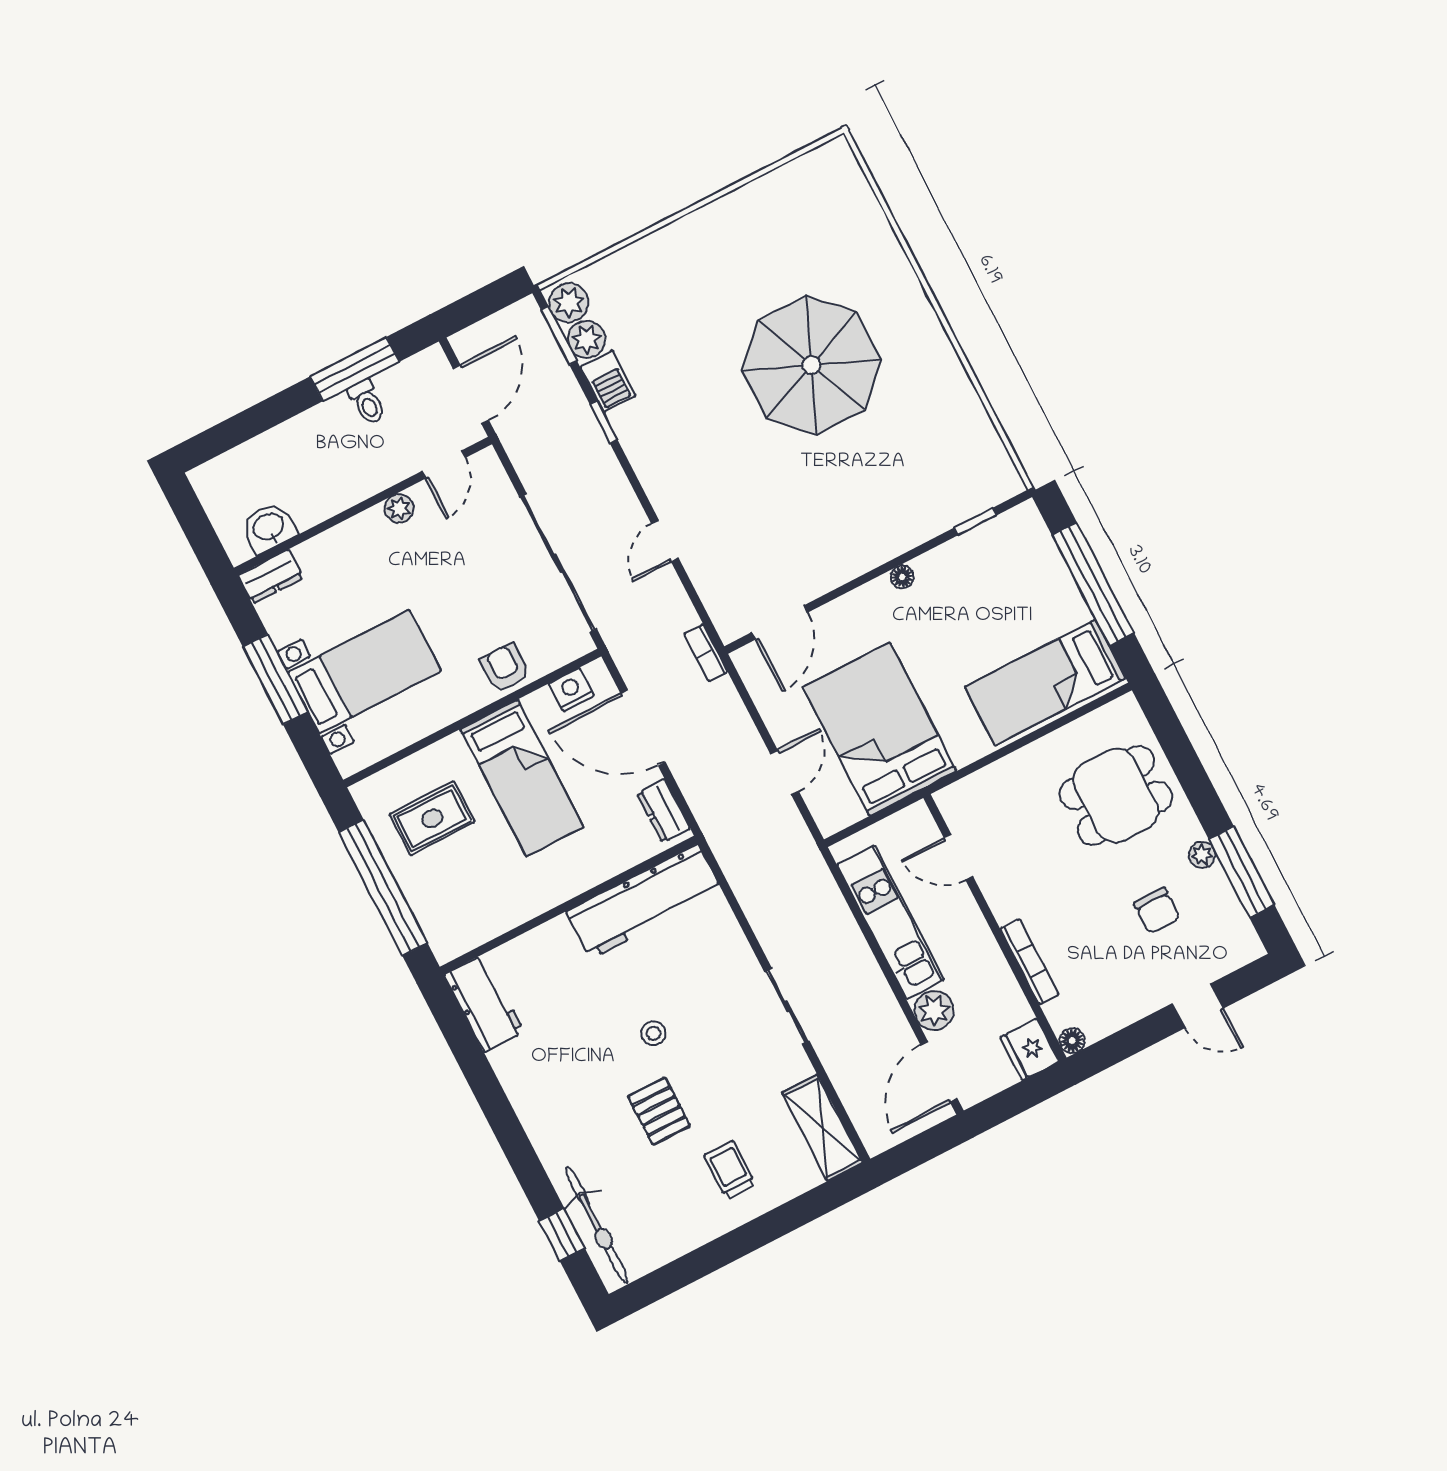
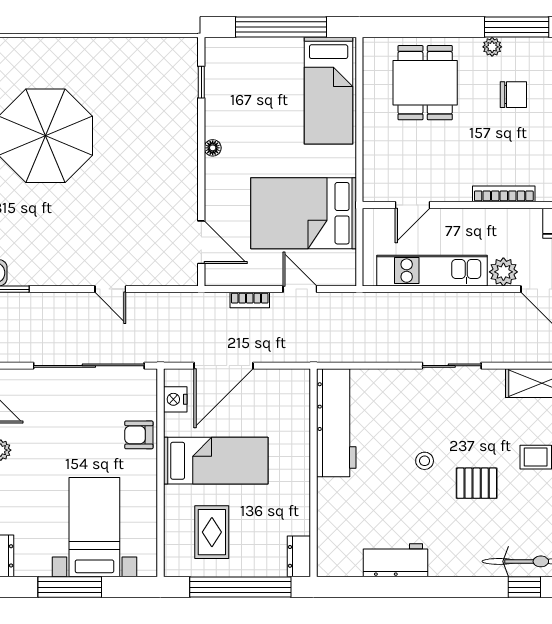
bookcase: (706, 653) -> (250, 300), moved
dresser: (663, 811) -> (299, 556), moved, turned 90
workbench: (484, 1003) -> (395, 560), moved

